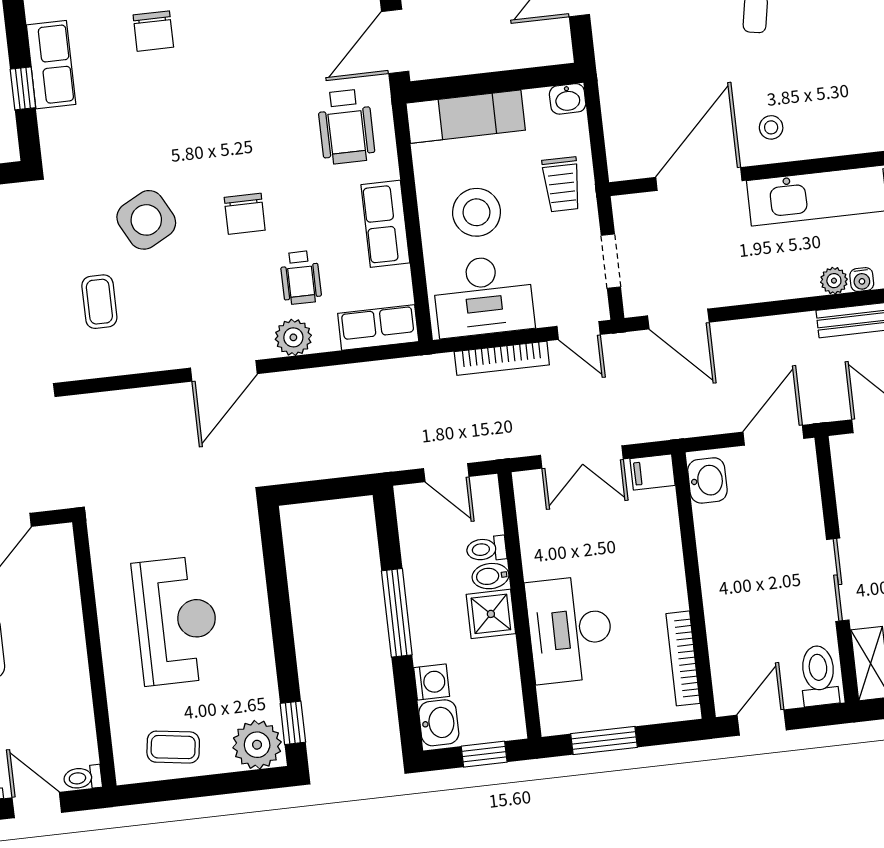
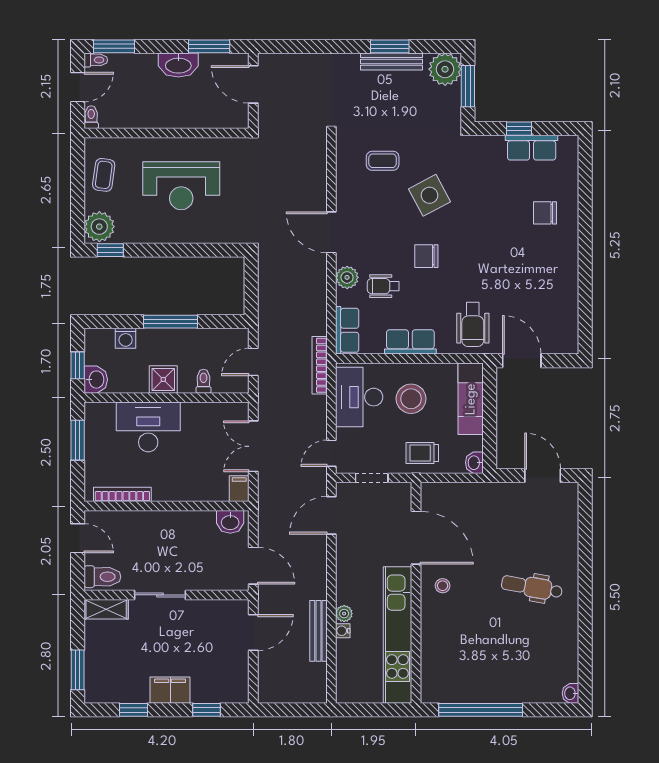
wheelchair: (346, 127) -> (473, 325), turned -90
bookcase: (502, 358) -> (320, 365), moved
bidet: (490, 576) -> (187, 382), removed
washbasin: (439, 723) -> (96, 380), moved, turned -90

